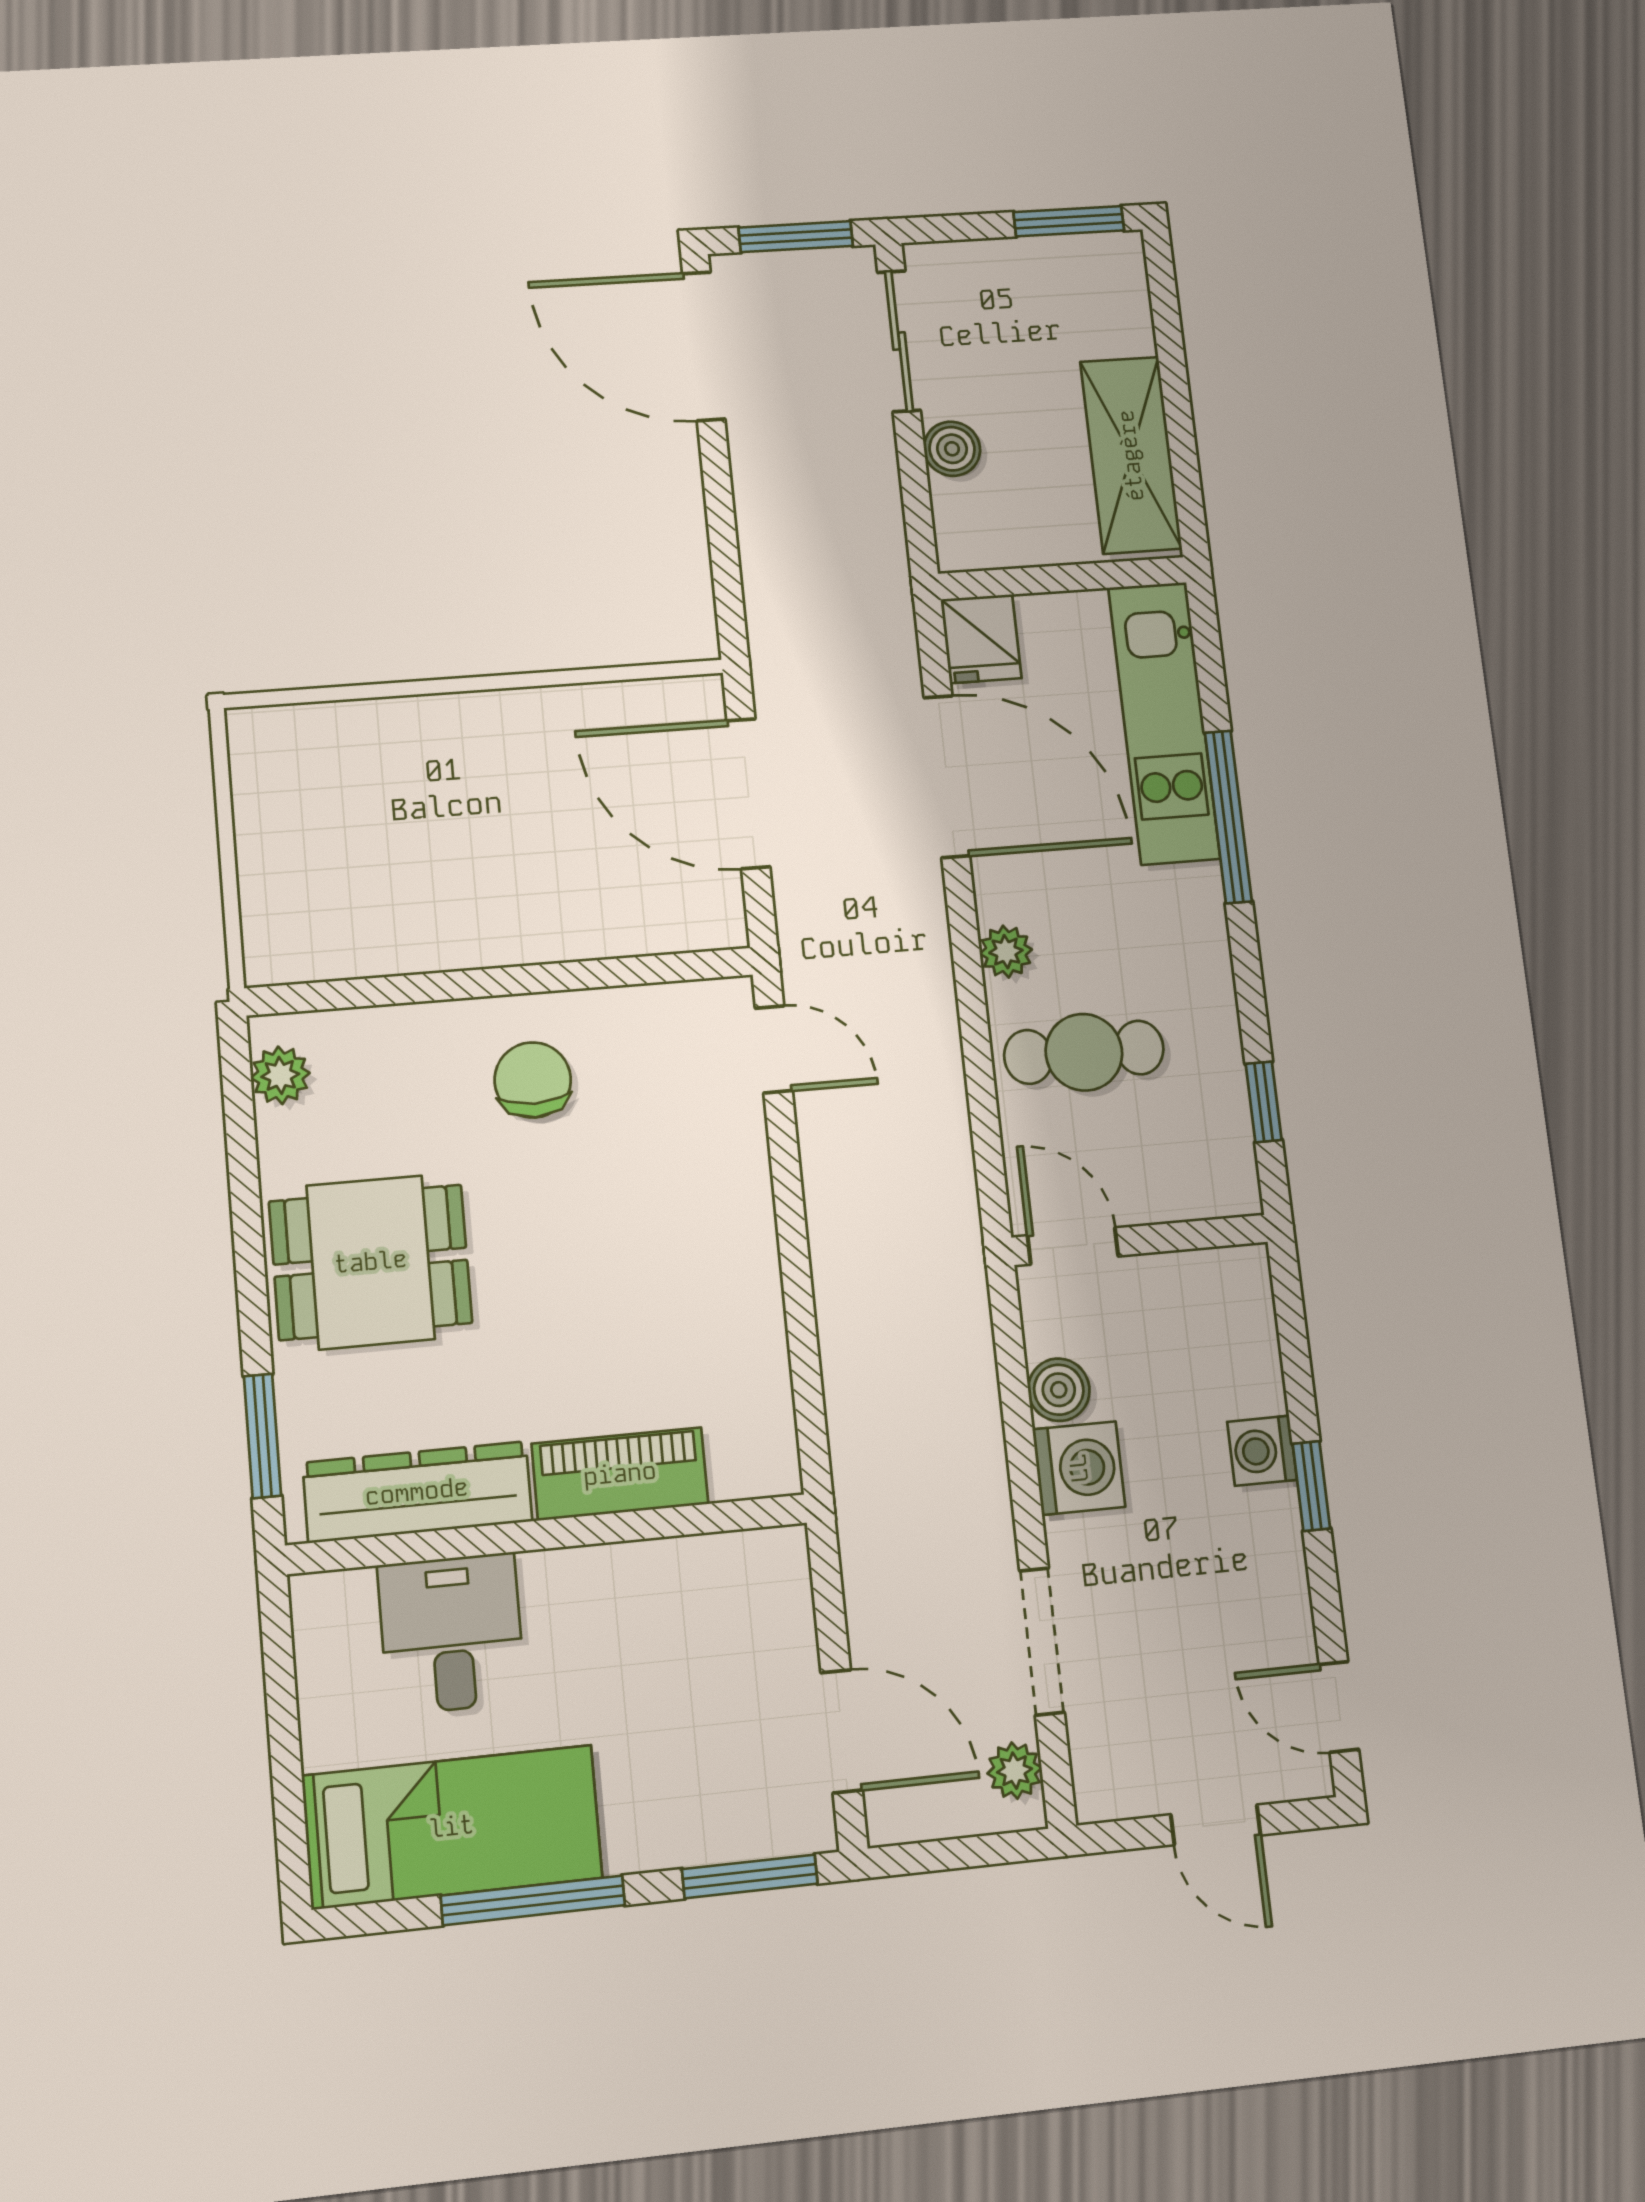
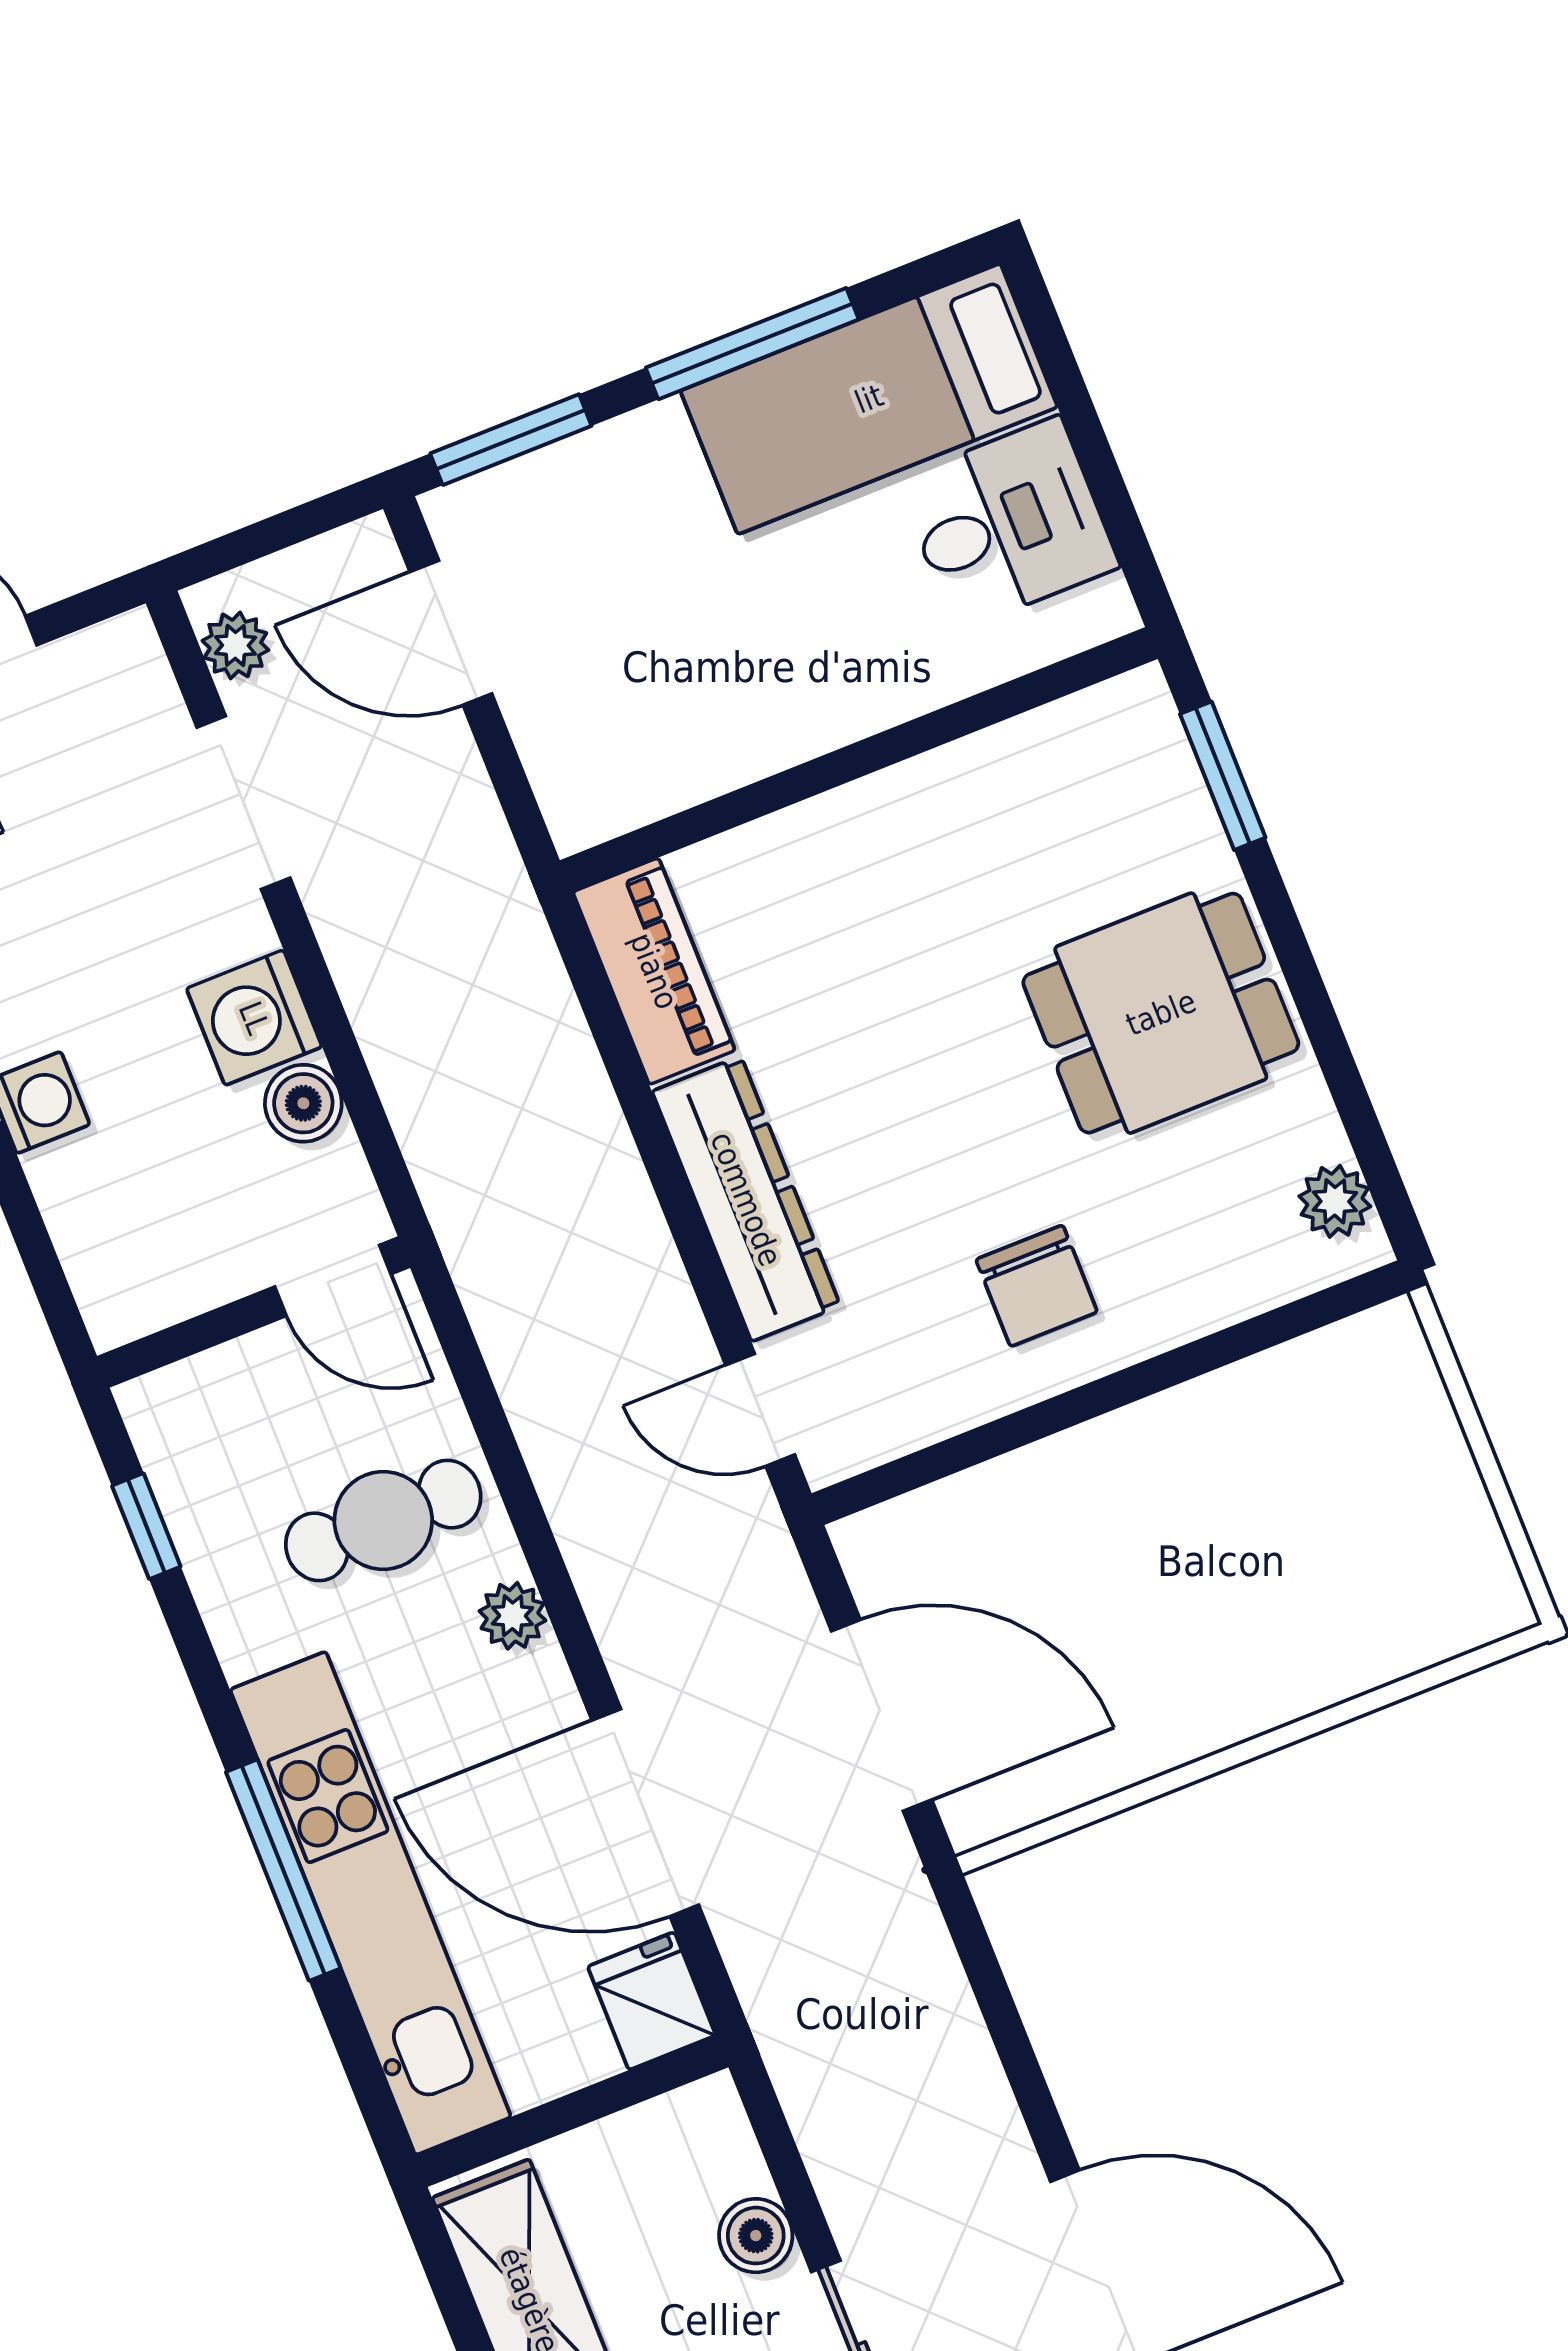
kitchen unit: (1164, 723) -> (371, 1903), width x1.36
piano: (620, 1474) -> (654, 971), moved, turned -90
dresser: (417, 1492) -> (746, 1199), moved, turned -90
desk: (451, 1633) -> (1008, 523), moved, turned -90

